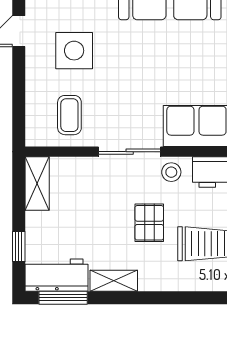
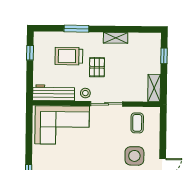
workbench: (57, 275) -> (145, 41), removed
window: (63, 298) -> (76, 29), moved

